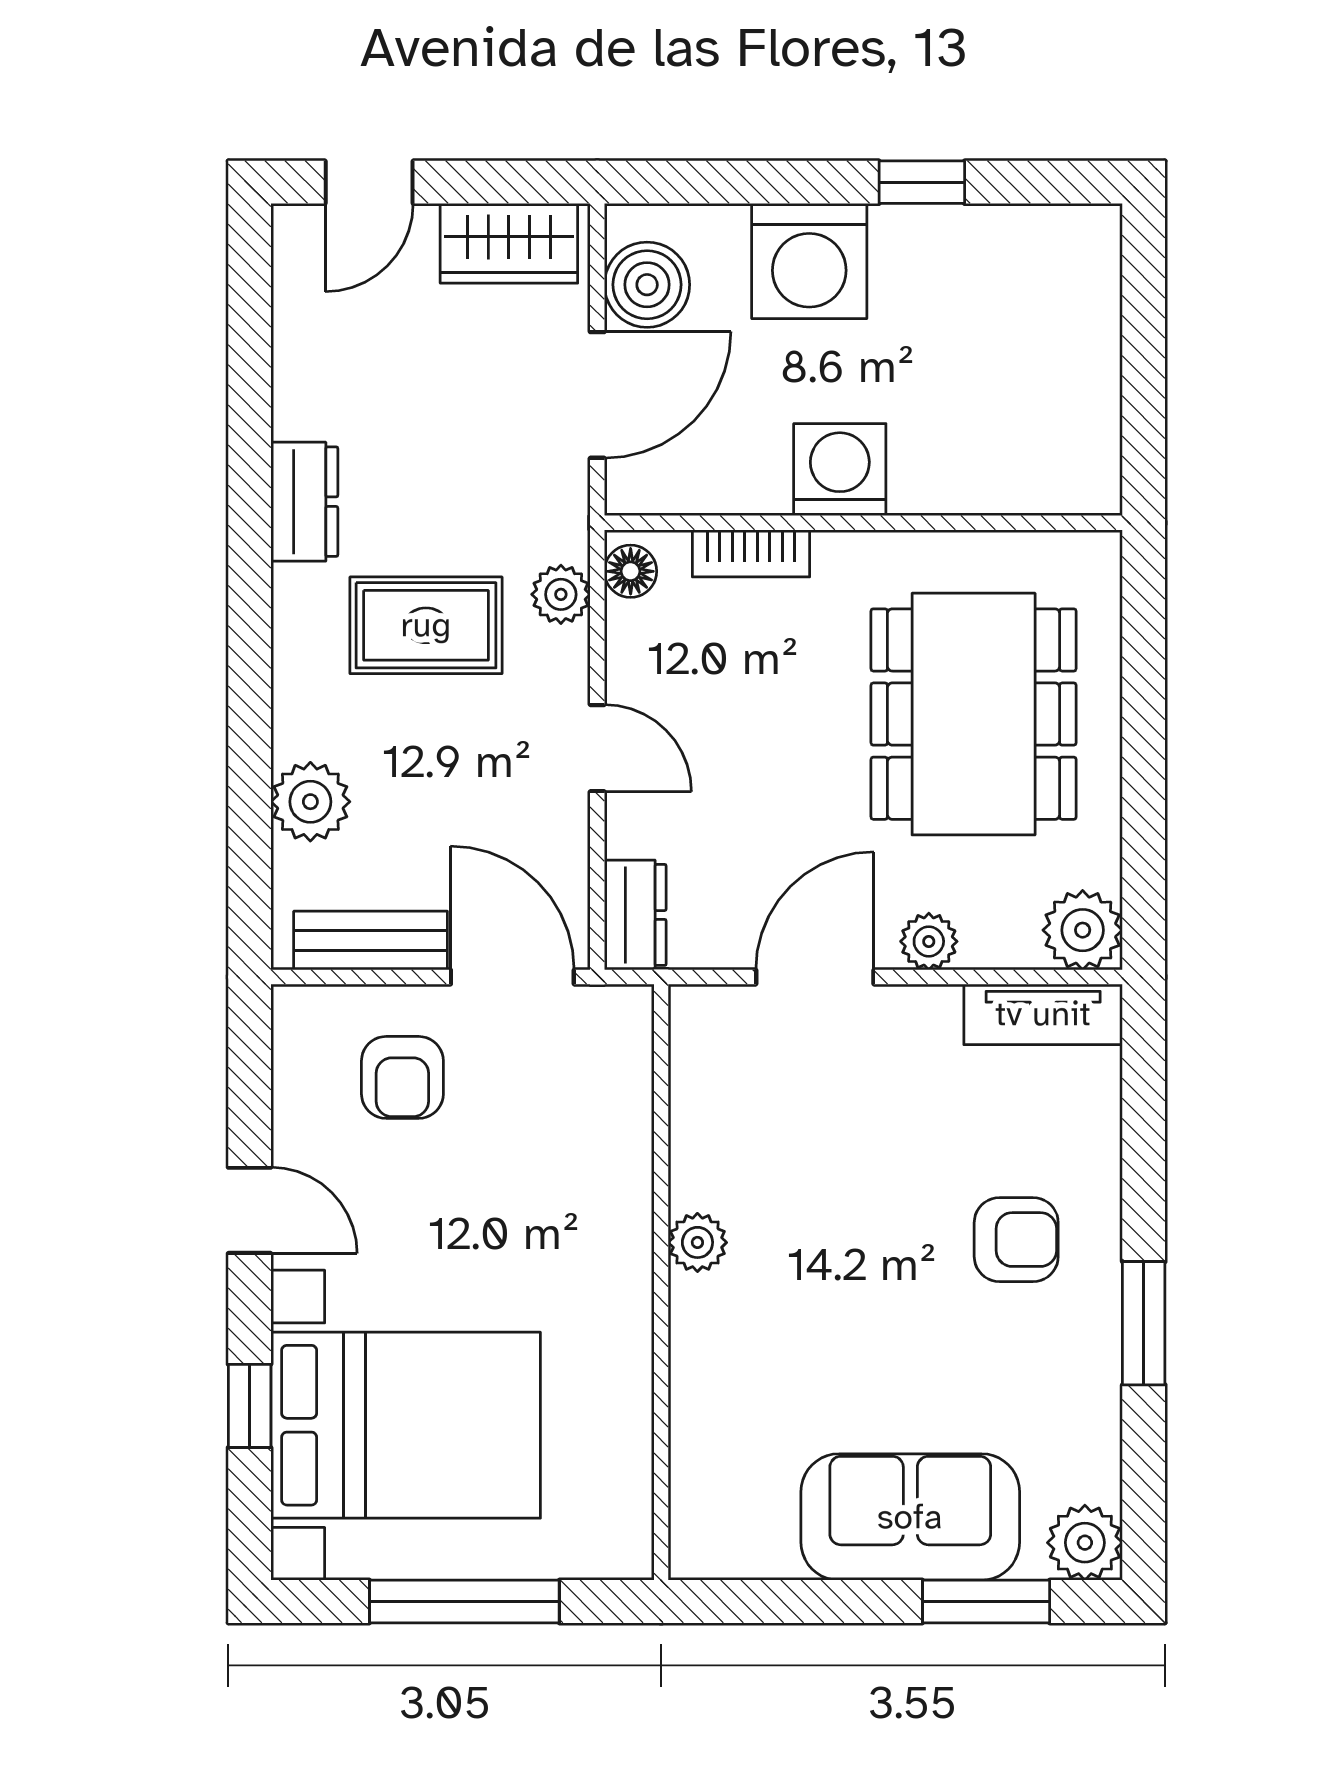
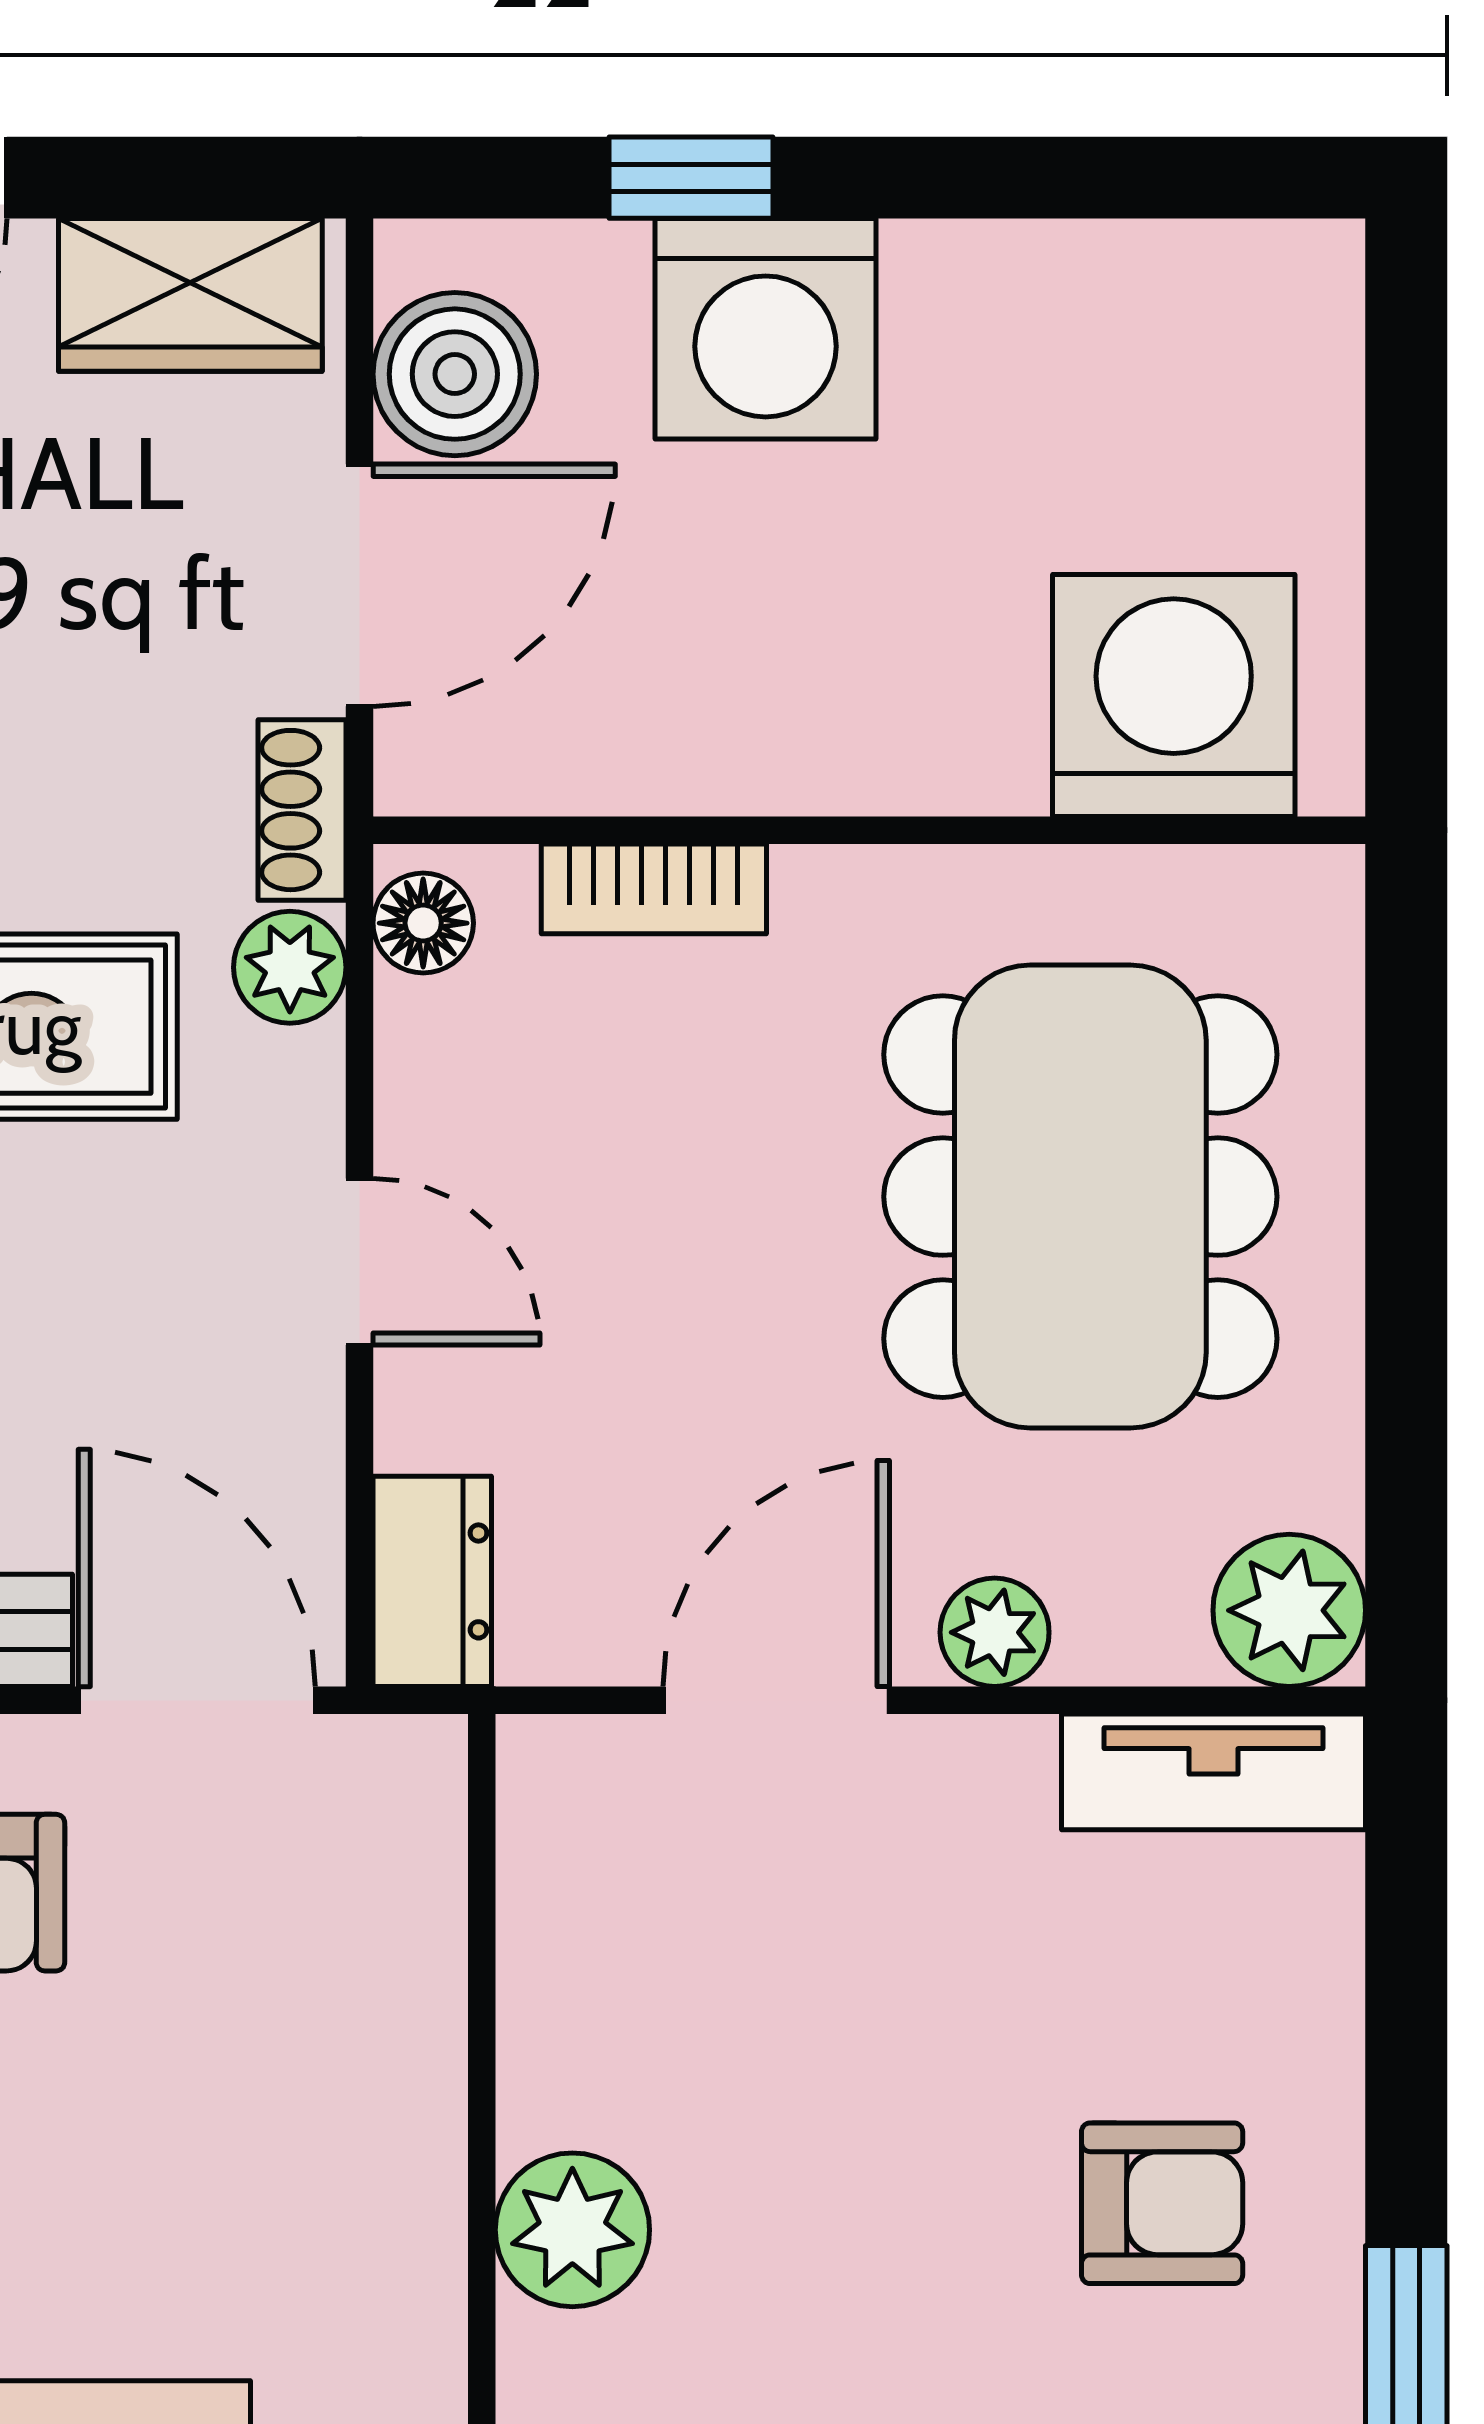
window: (922, 182) -> (691, 178), moved
washing machine: (840, 470) -> (1174, 696), moved, width x1.37, depth x1.37
shoe rack: (567, 512) -> (302, 810), added
plant: (697, 1242) -> (572, 2230), width x1.38, depth x1.38

